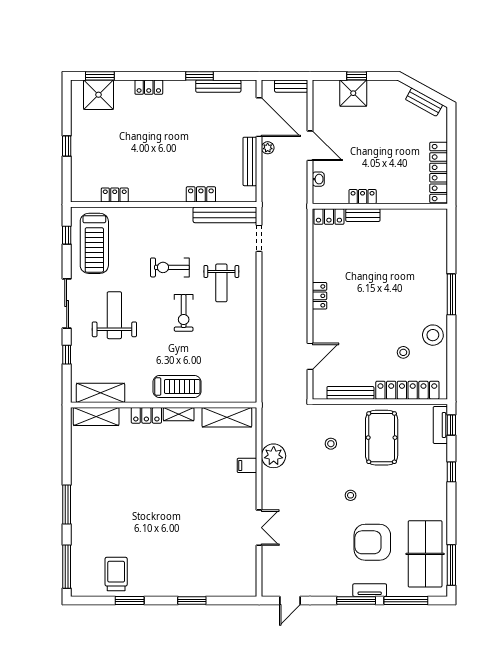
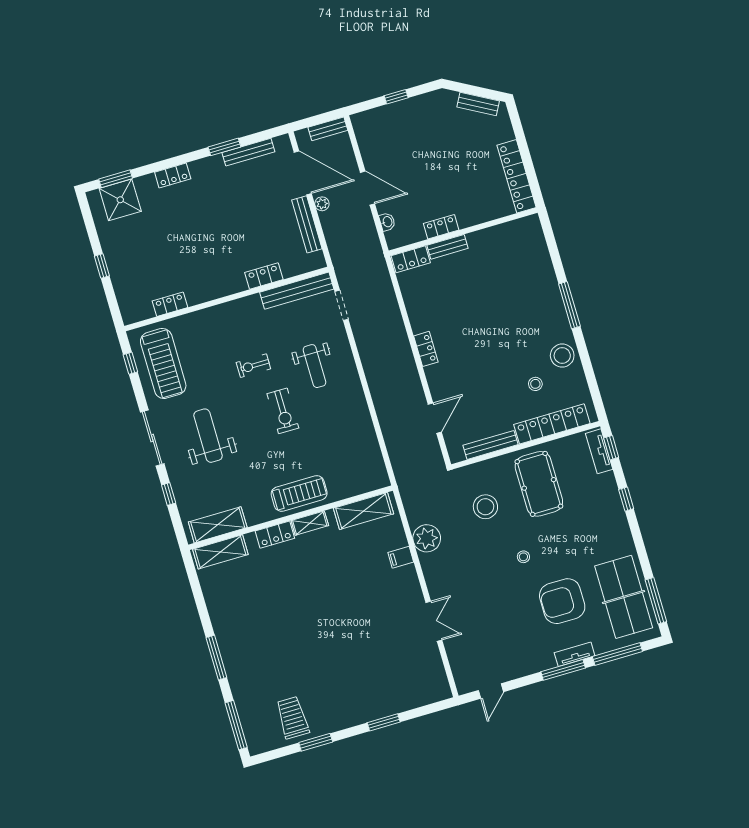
shower: (353, 93) -> (398, 117), removed
exercise bike: (170, 267) -> (253, 366), width x0.73, depth x0.72
stool: (331, 444) -> (485, 507), width x1.89, depth x1.89

